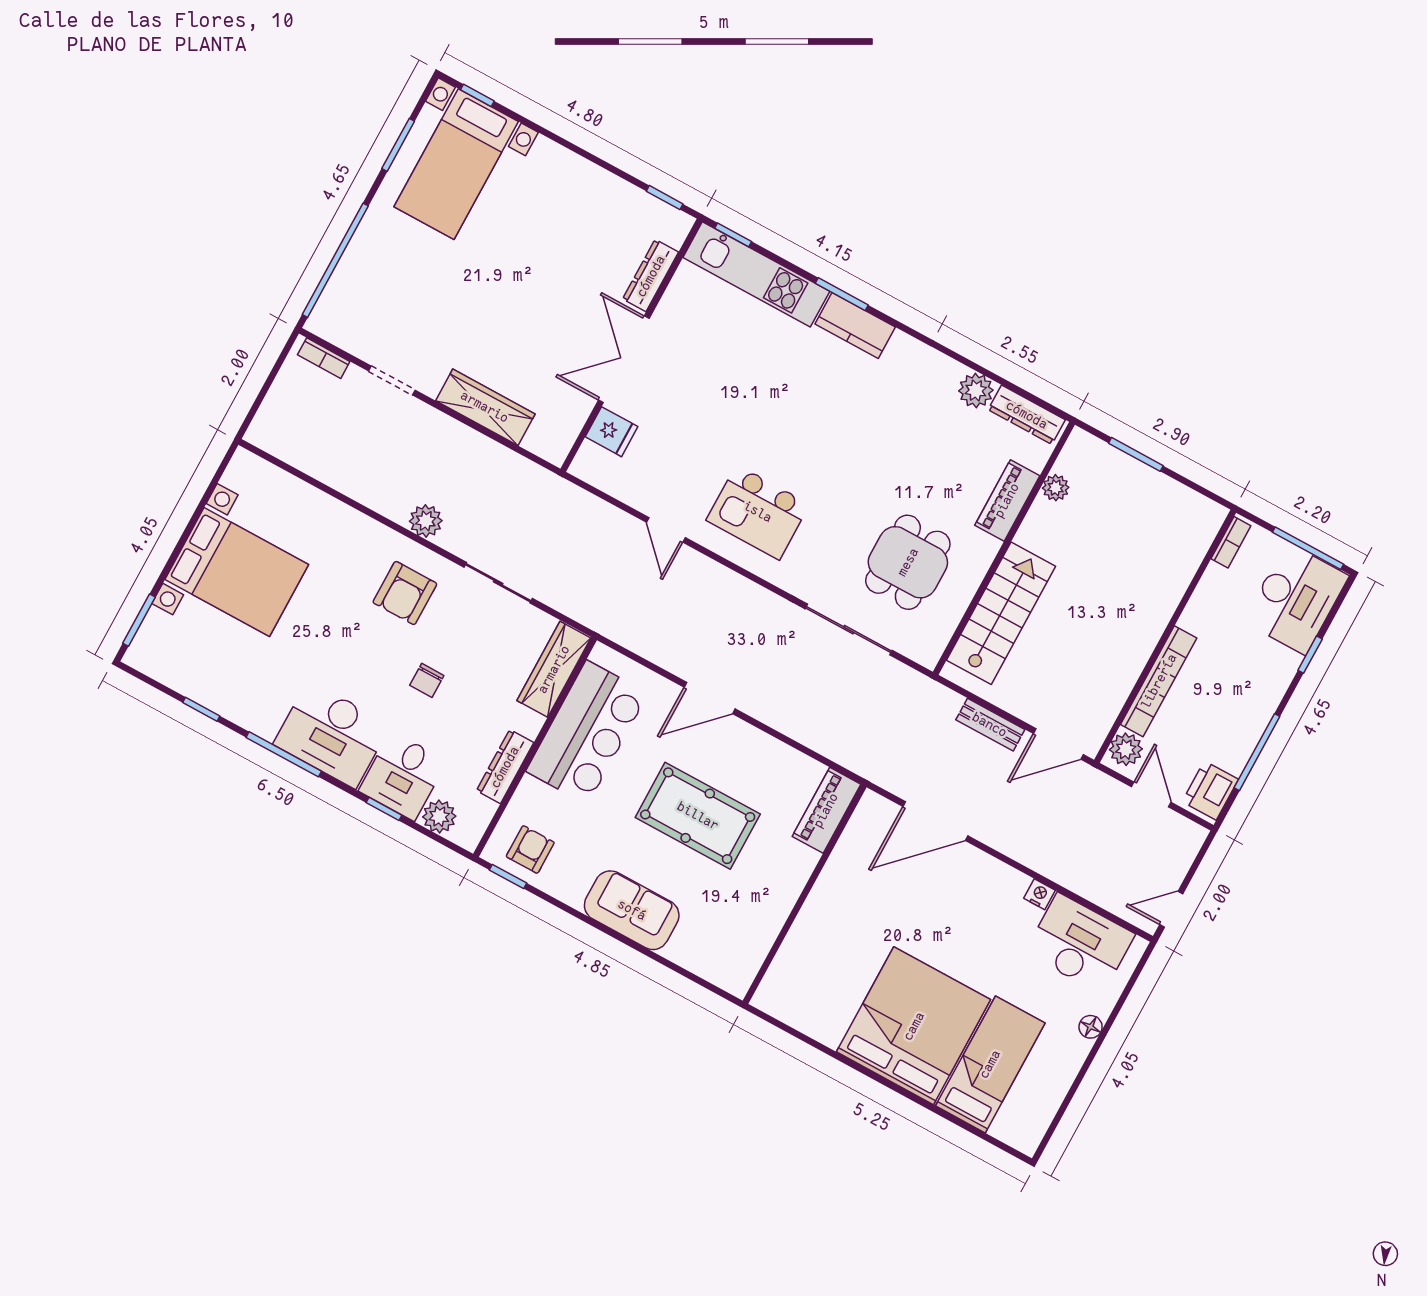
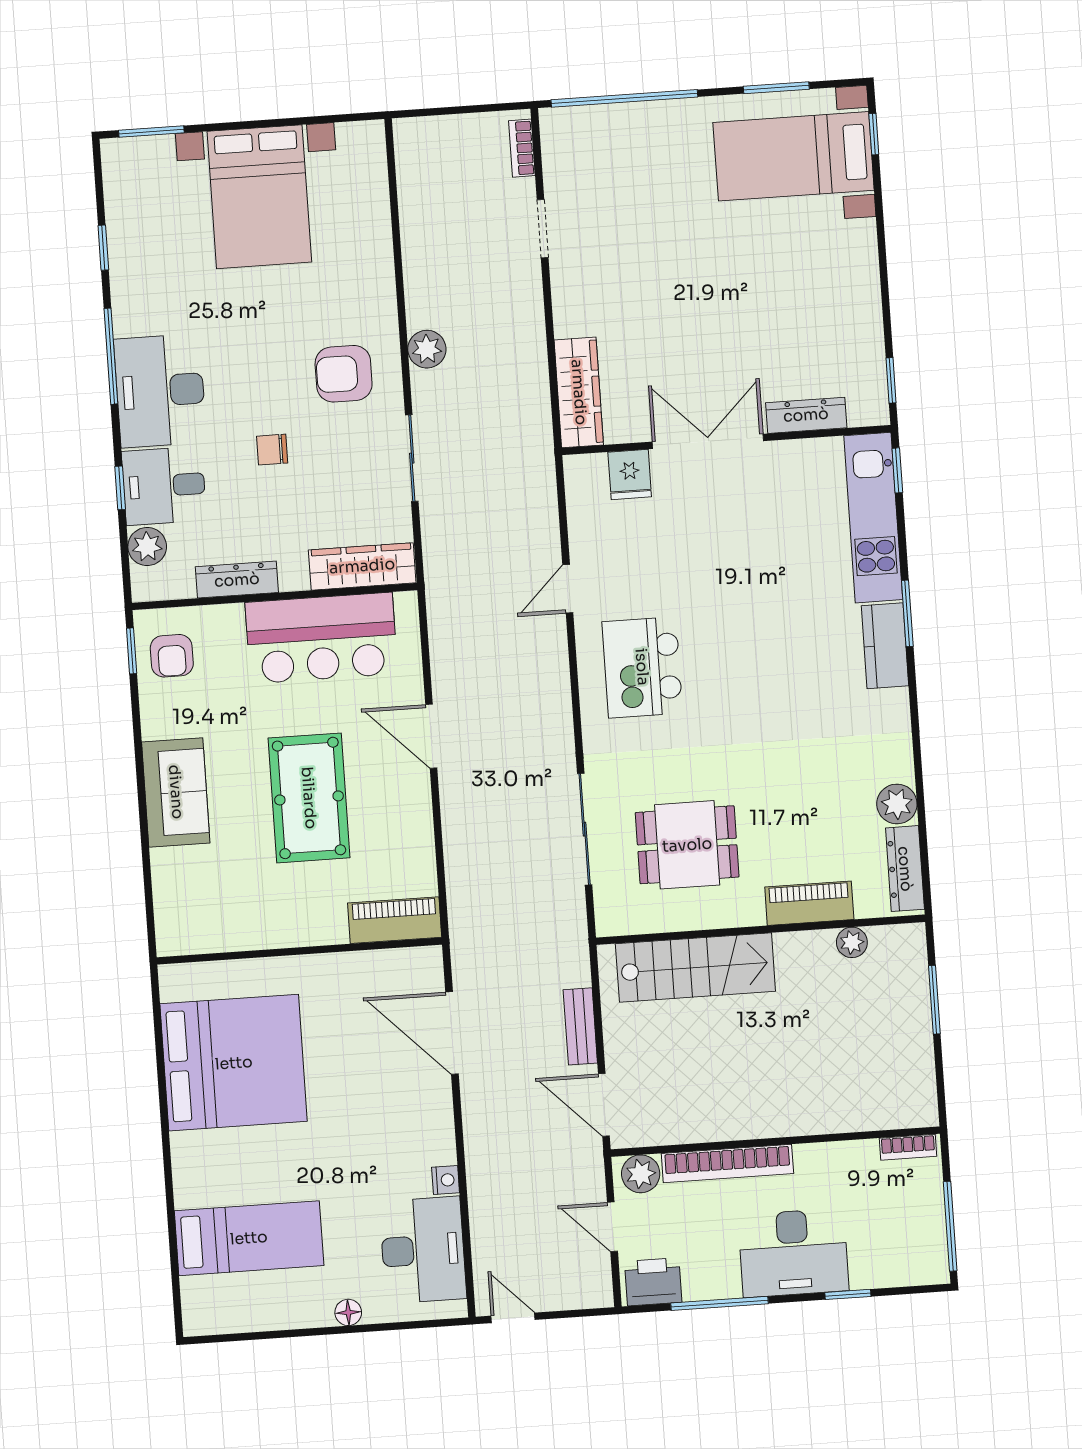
wardrobe: (485, 407) -> (579, 392), moved
desk: (1296, 599) -> (793, 1253), moved
door: (1151, 795) -> (612, 1227), swing flipped
armchair: (530, 849) -> (172, 656), turned 90
bed: (914, 1026) -> (234, 1063), moved

